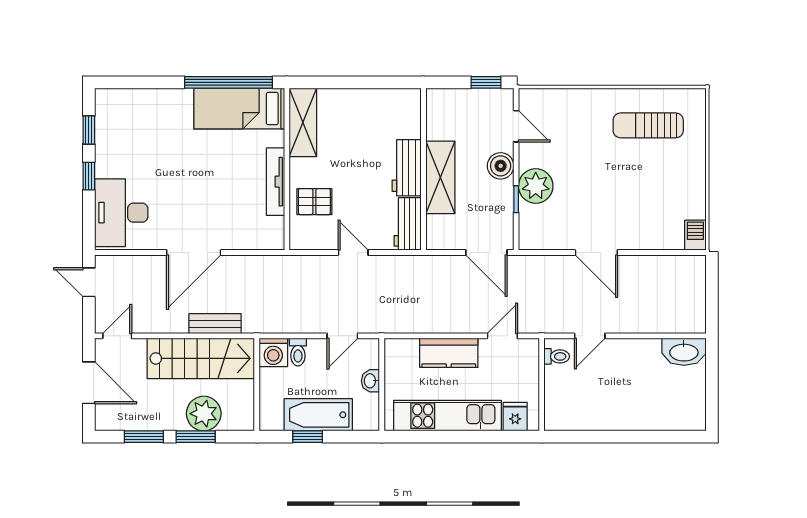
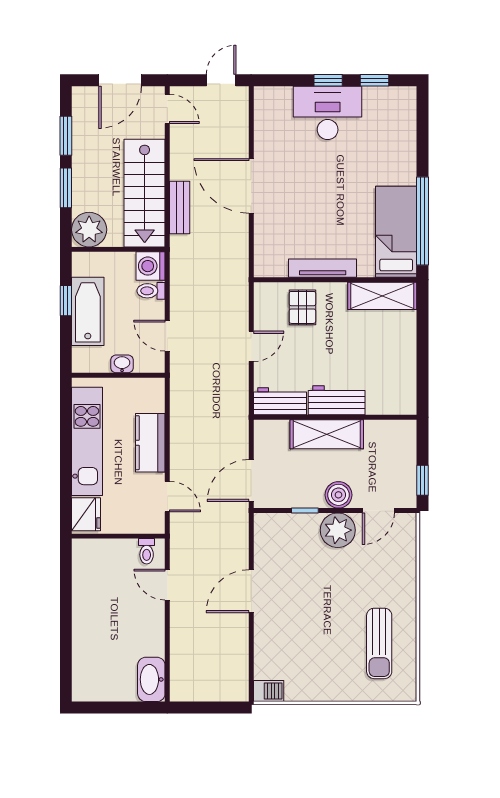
sun lounger: (648, 125) -> (379, 643), turned 180
plant: (536, 186) -> (338, 530), moved
desk: (121, 213) -> (328, 113), moved
plant: (204, 414) -> (89, 230), moved
fridge: (515, 417) -> (86, 514), width x1.38

